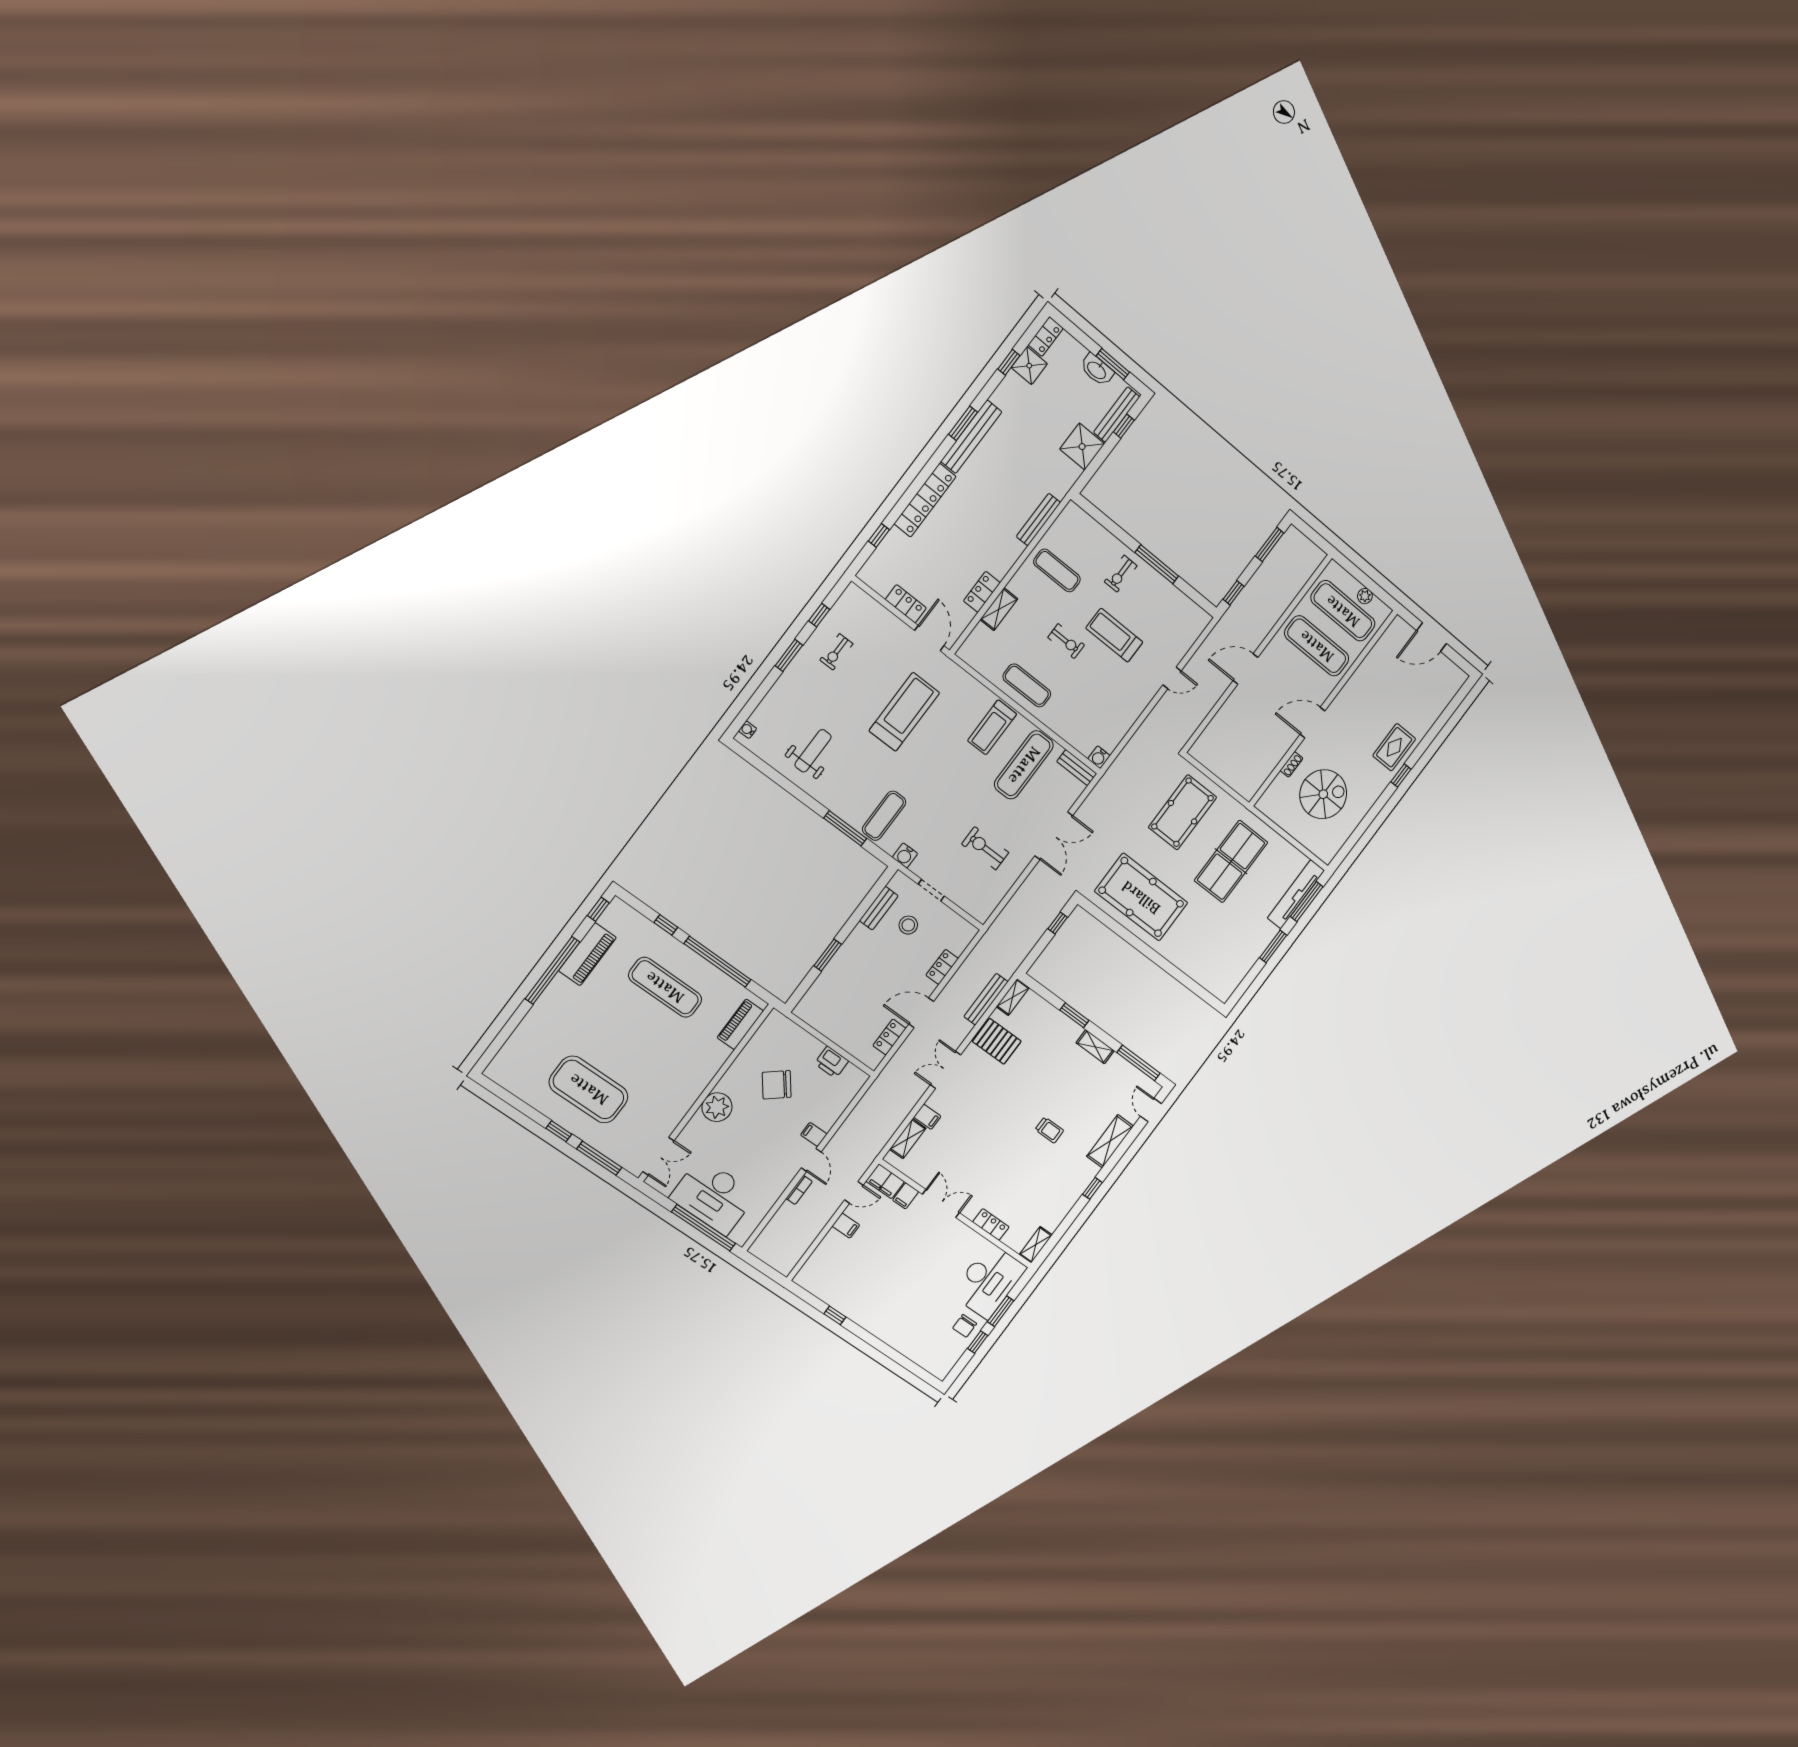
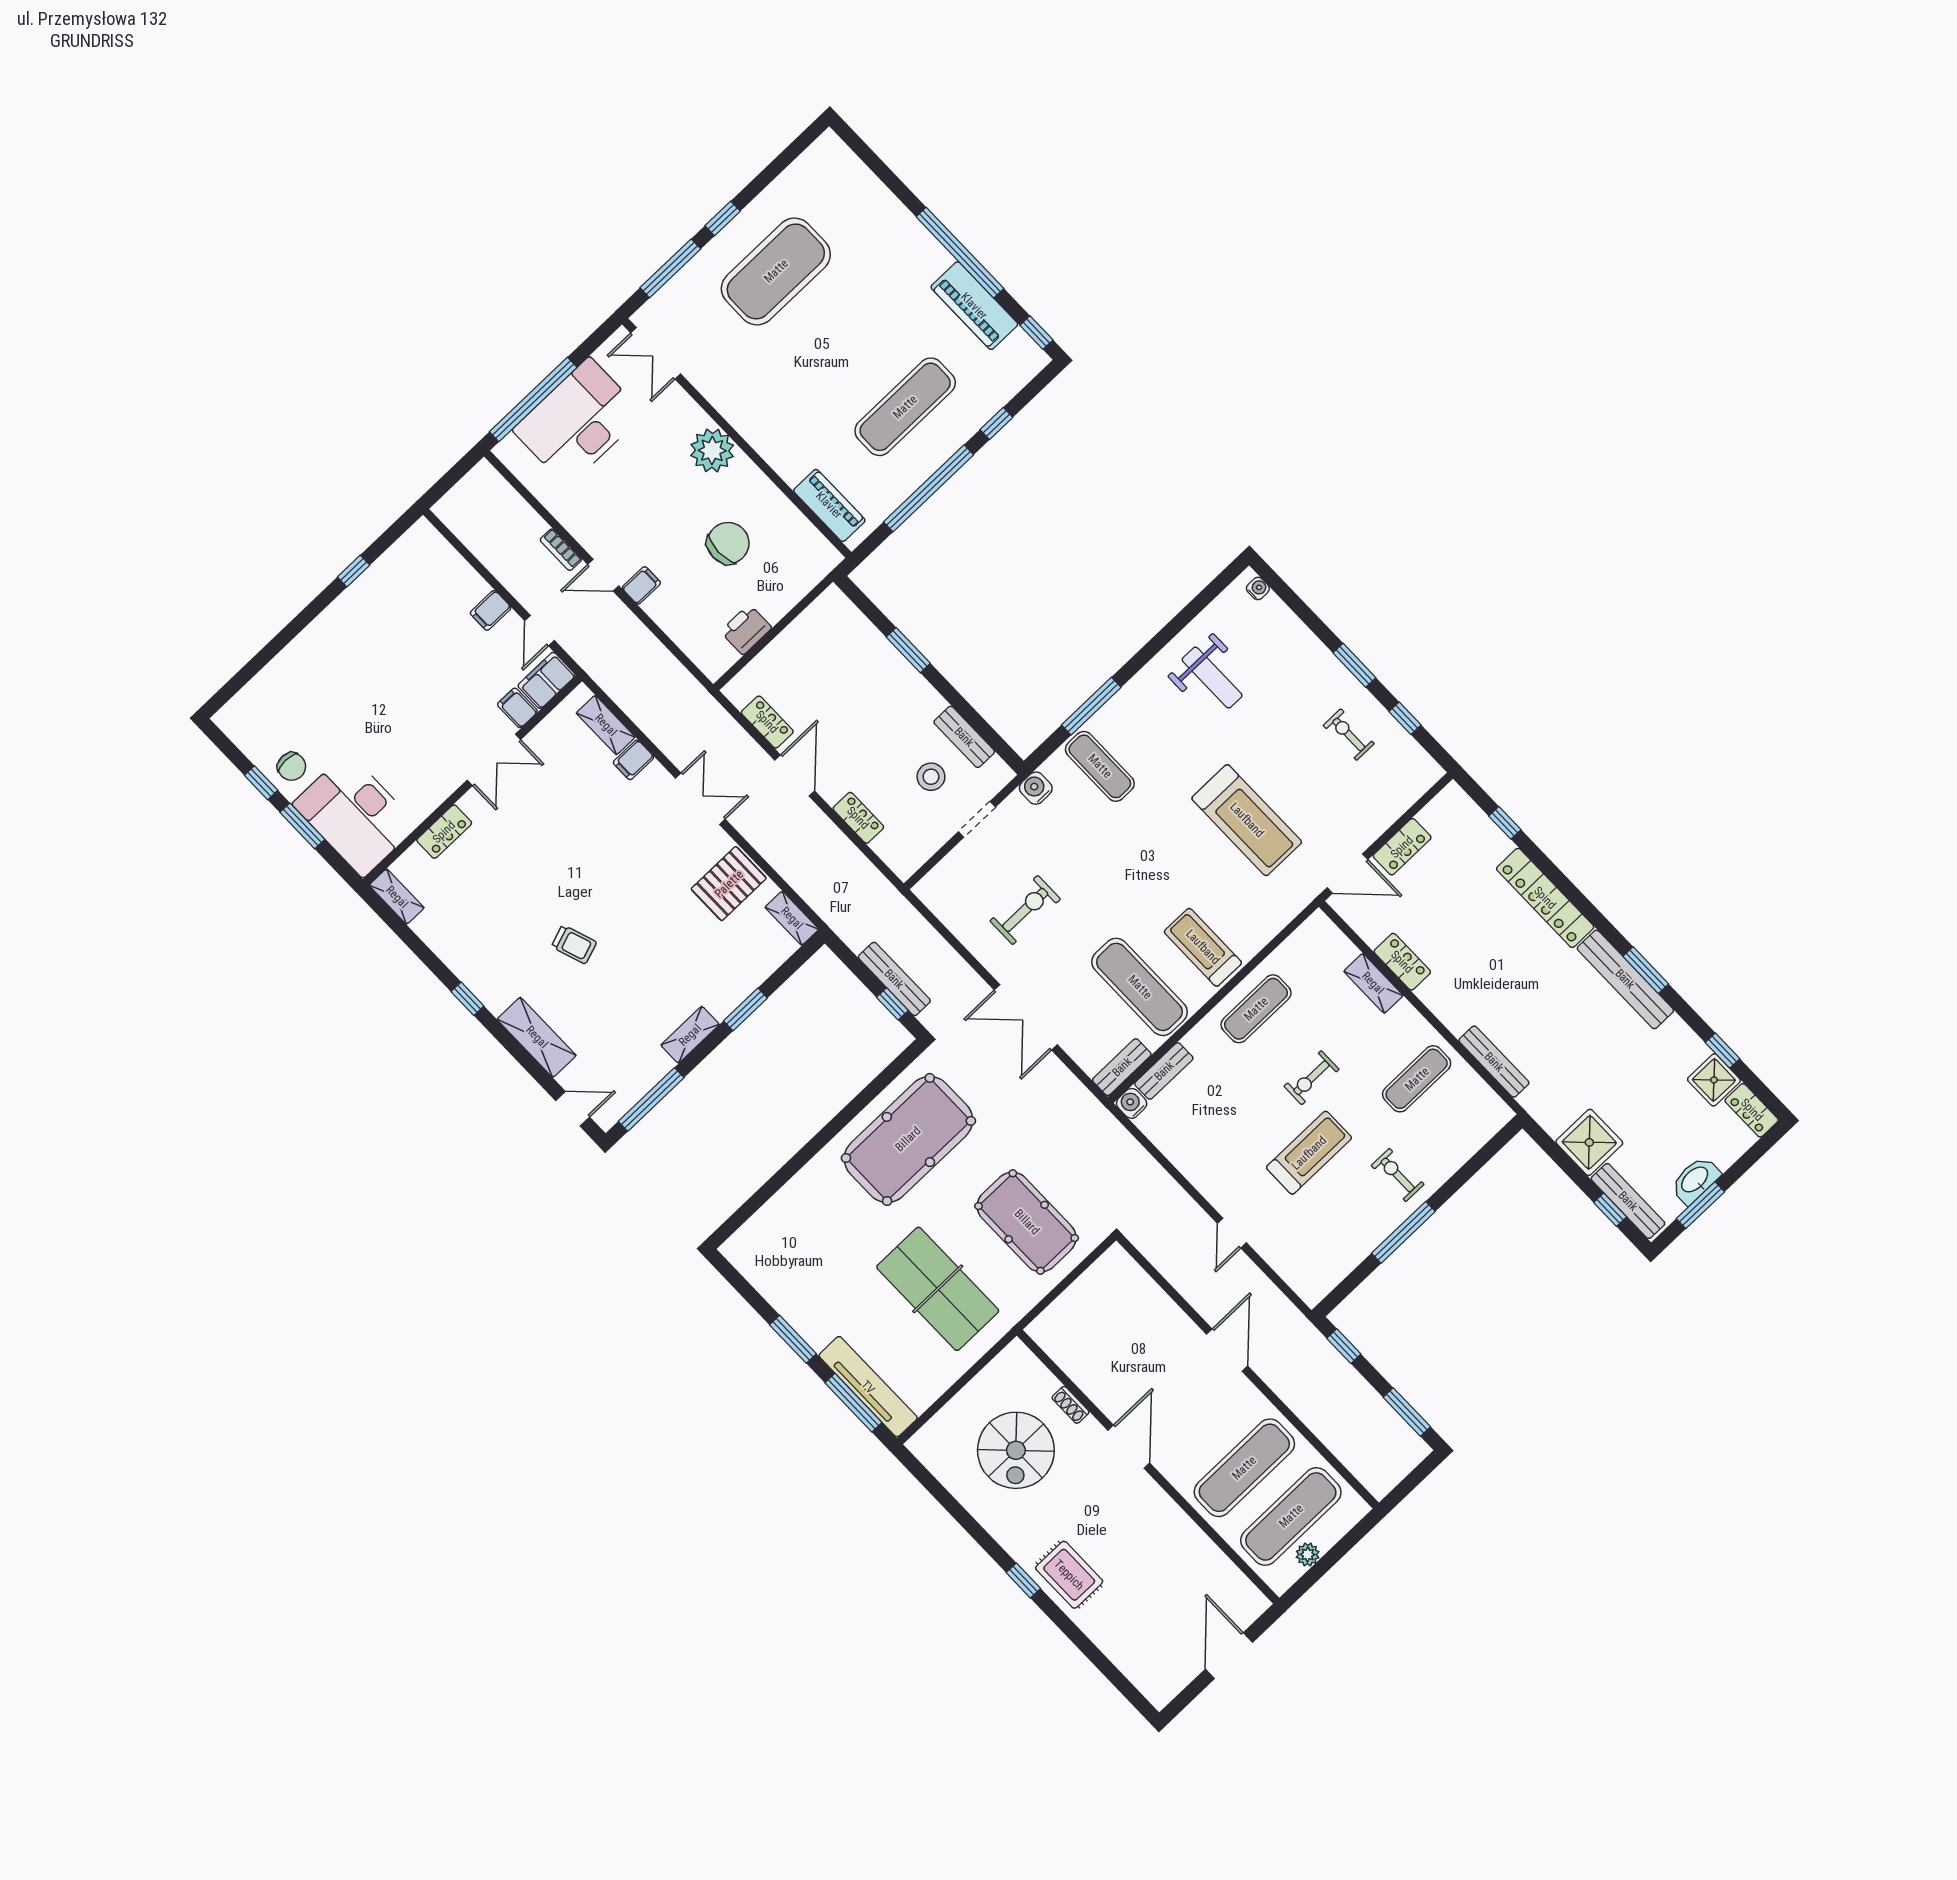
bench: (1075, 740) -> (1164, 1071), added
bench: (986, 999) -> (894, 979), moved
chair: (777, 1085) -> (728, 543), turned 39
trolley: (1049, 1130) -> (574, 944), turned -109
chair: (965, 1326) -> (292, 767), turned 180

